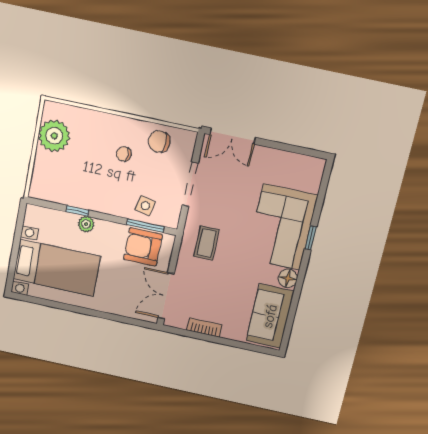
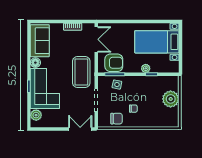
plant: (54, 136) -> (171, 99), moved
plant: (311, 181) -> (36, 115), added
coffee table: (207, 243) -> (81, 72), width x1.86, depth x1.72

